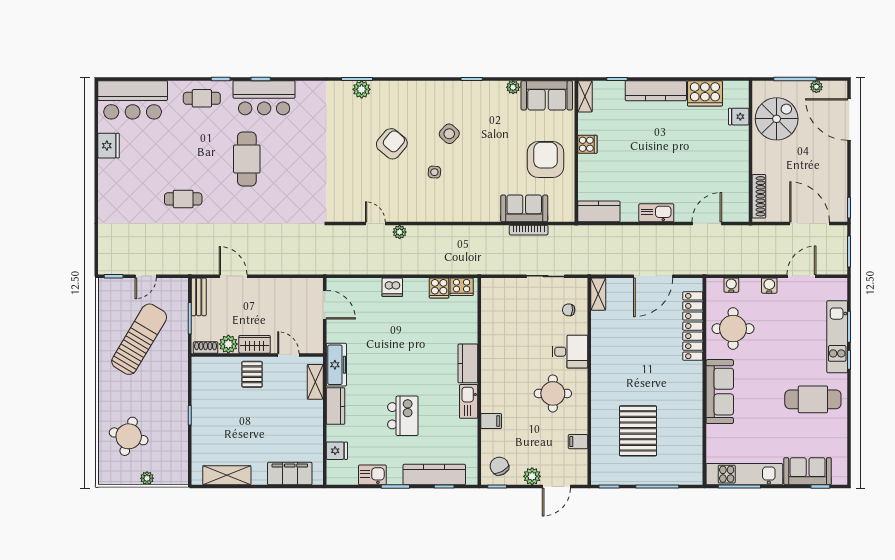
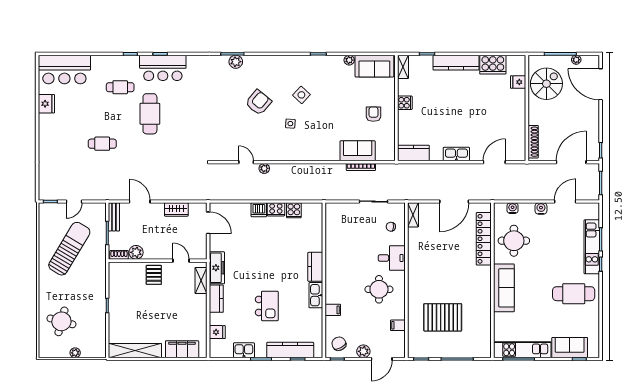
cafe table: (202, 98) -> (120, 87), moved
armchair: (546, 160) -> (373, 114), width x0.53, depth x0.53
door: (810, 224) -> (571, 162), hinge flipped
cooker: (462, 287) -> (276, 209), moved
wardrobe: (255, 344) -> (176, 209), moved, turned 180
pallet: (638, 431) -> (443, 317), turned 90
shelving: (227, 475) -> (135, 351), width x1.47

